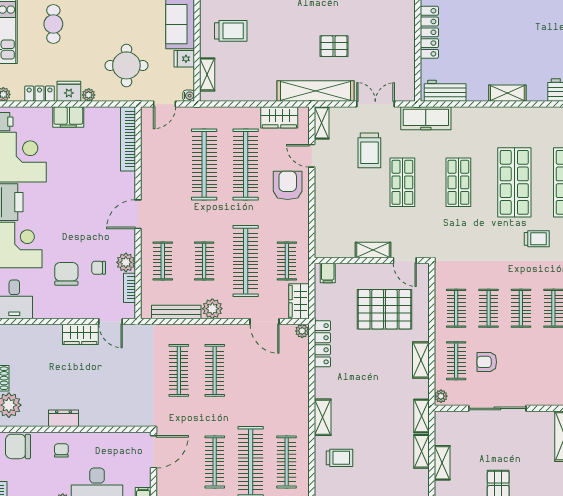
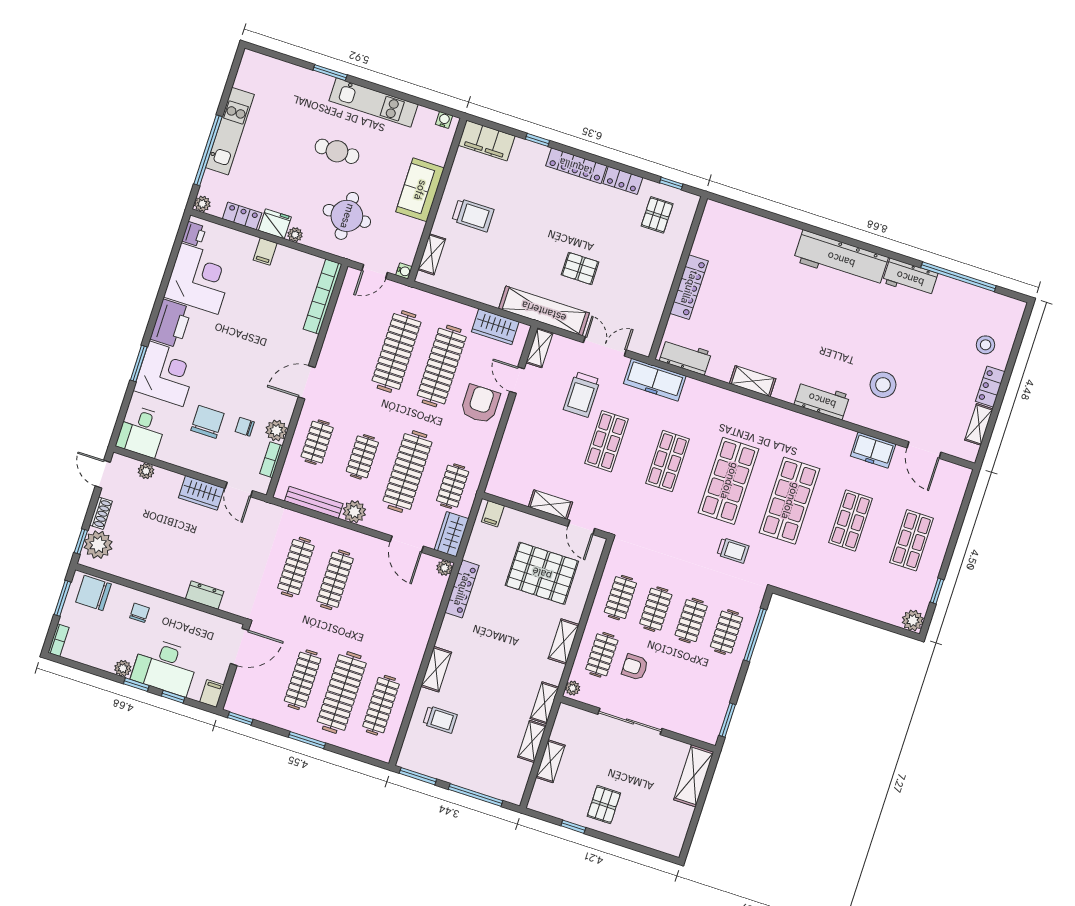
cafe table: (53, 24) -> (337, 151), moved, turned 90
fridge: (184, 59) -> (412, 229), removed
filing cabinet: (68, 117) -> (265, 252), width x0.50
plant: (29, 331) -> (146, 471), added
dresser: (64, 418) -> (205, 595), moved

